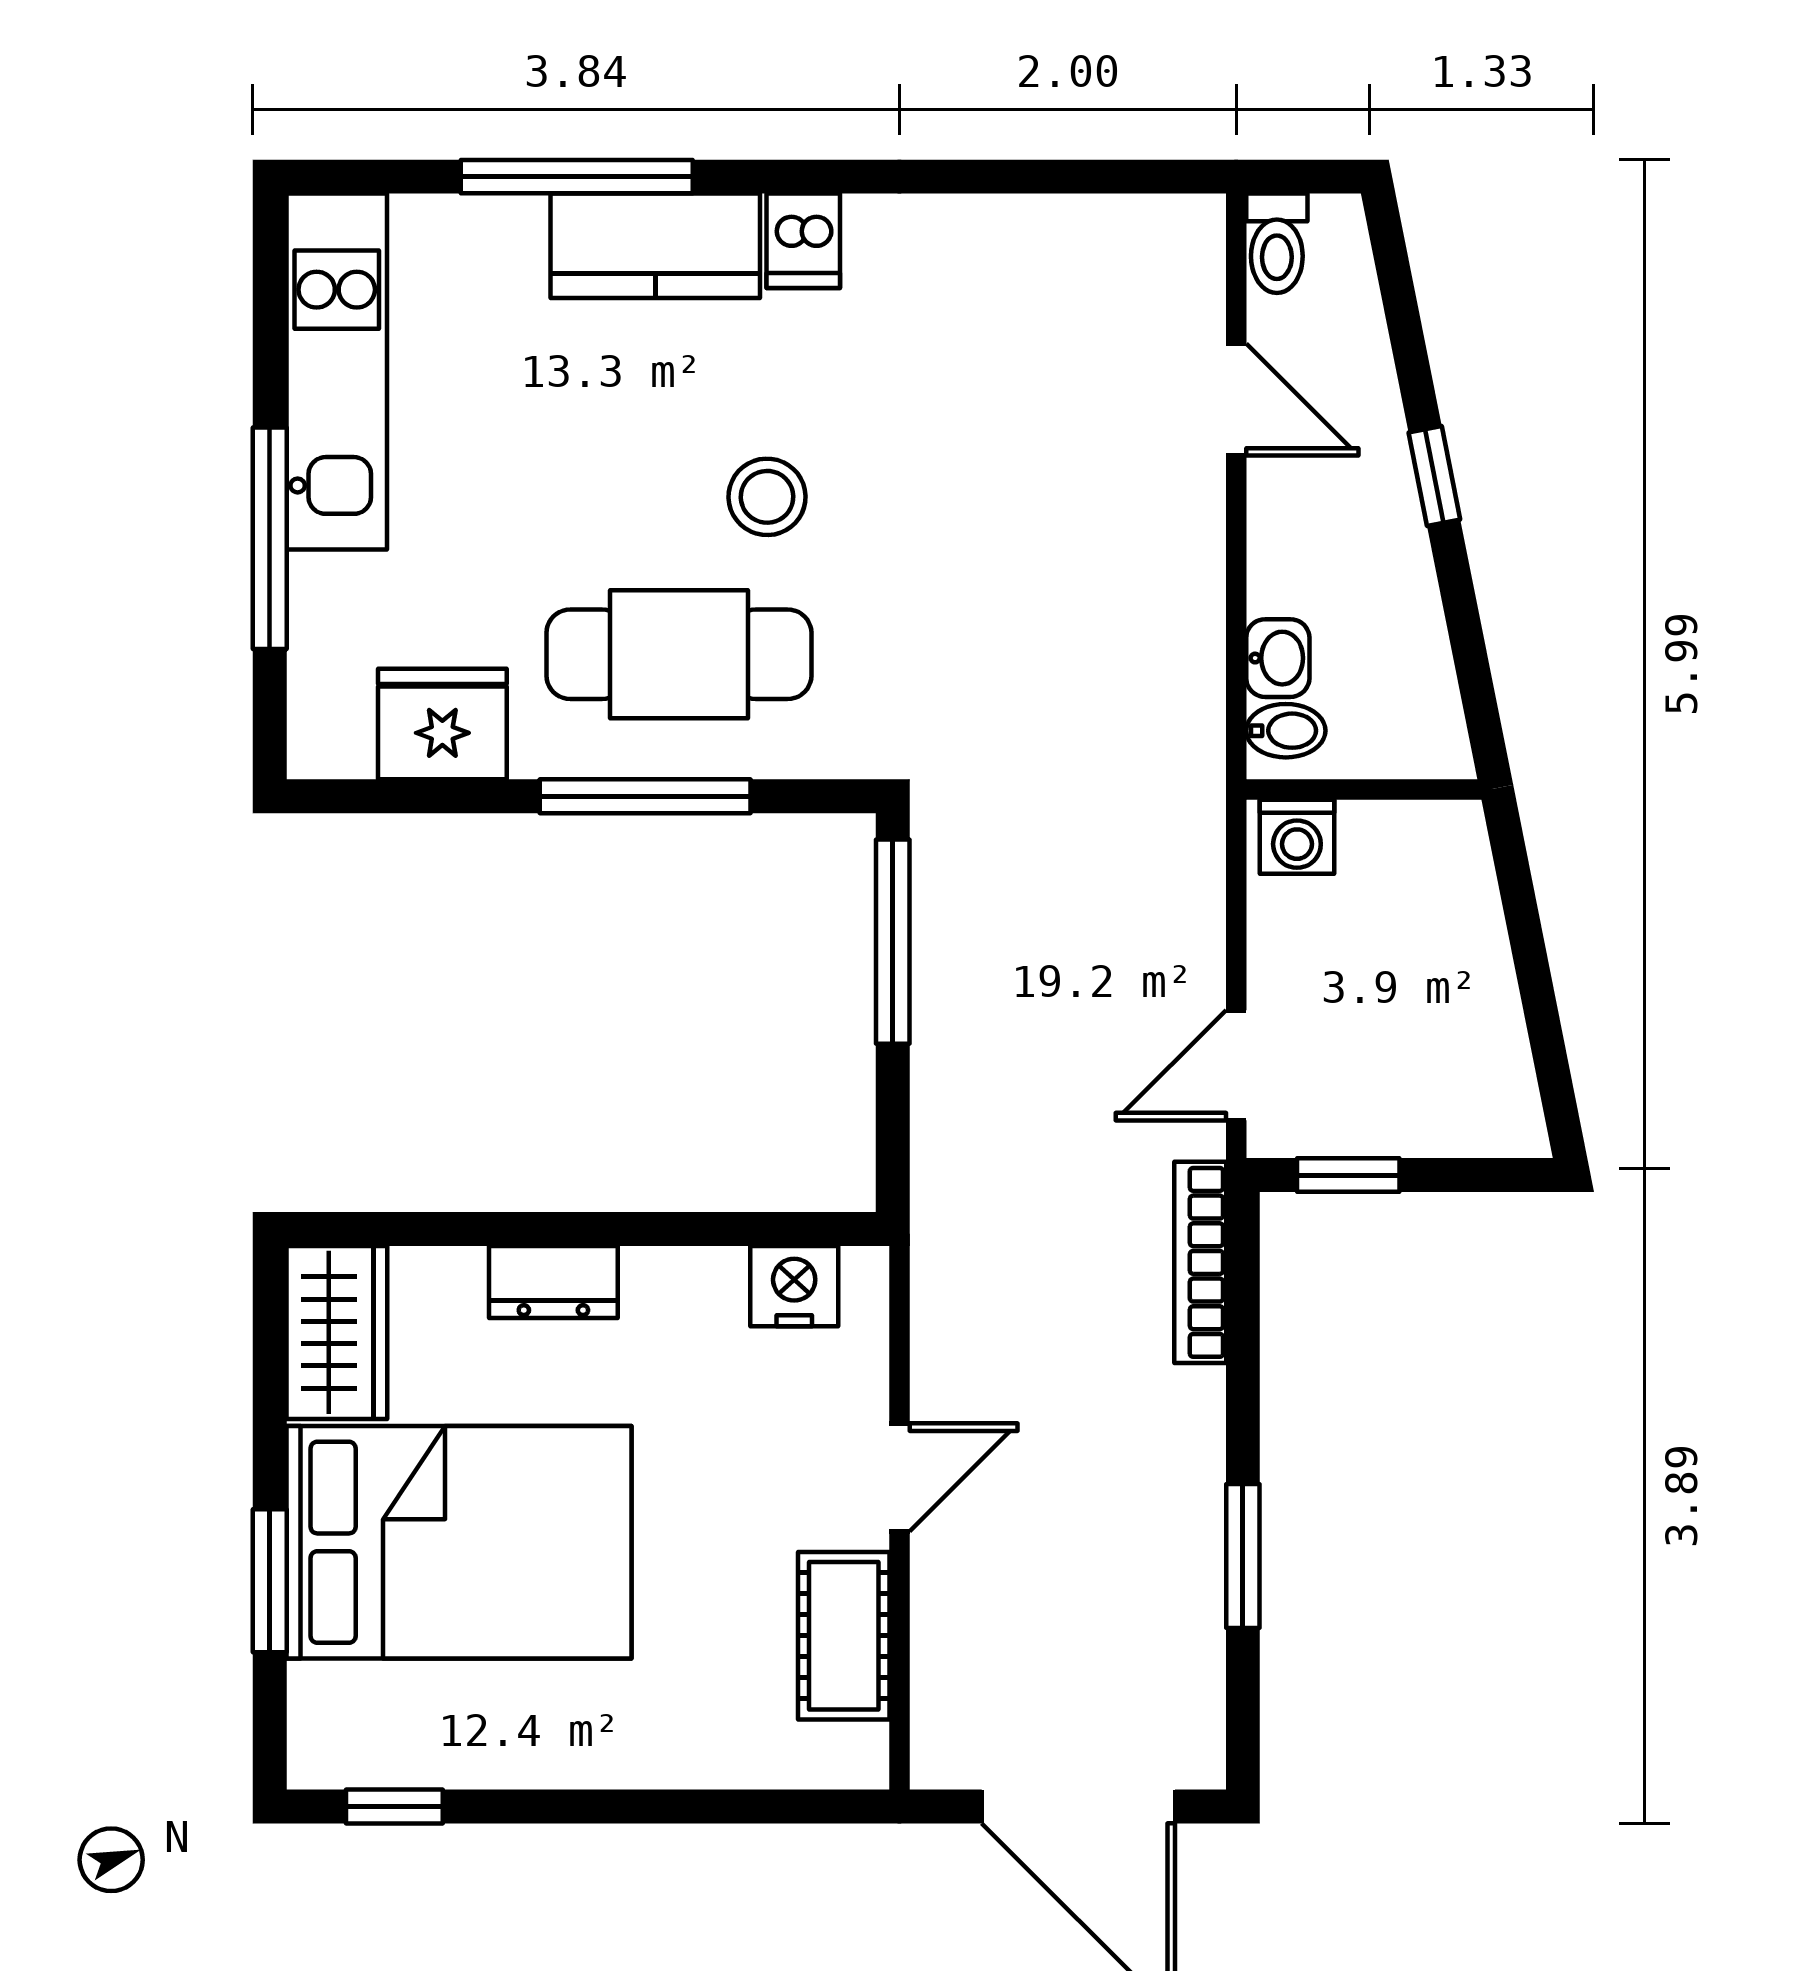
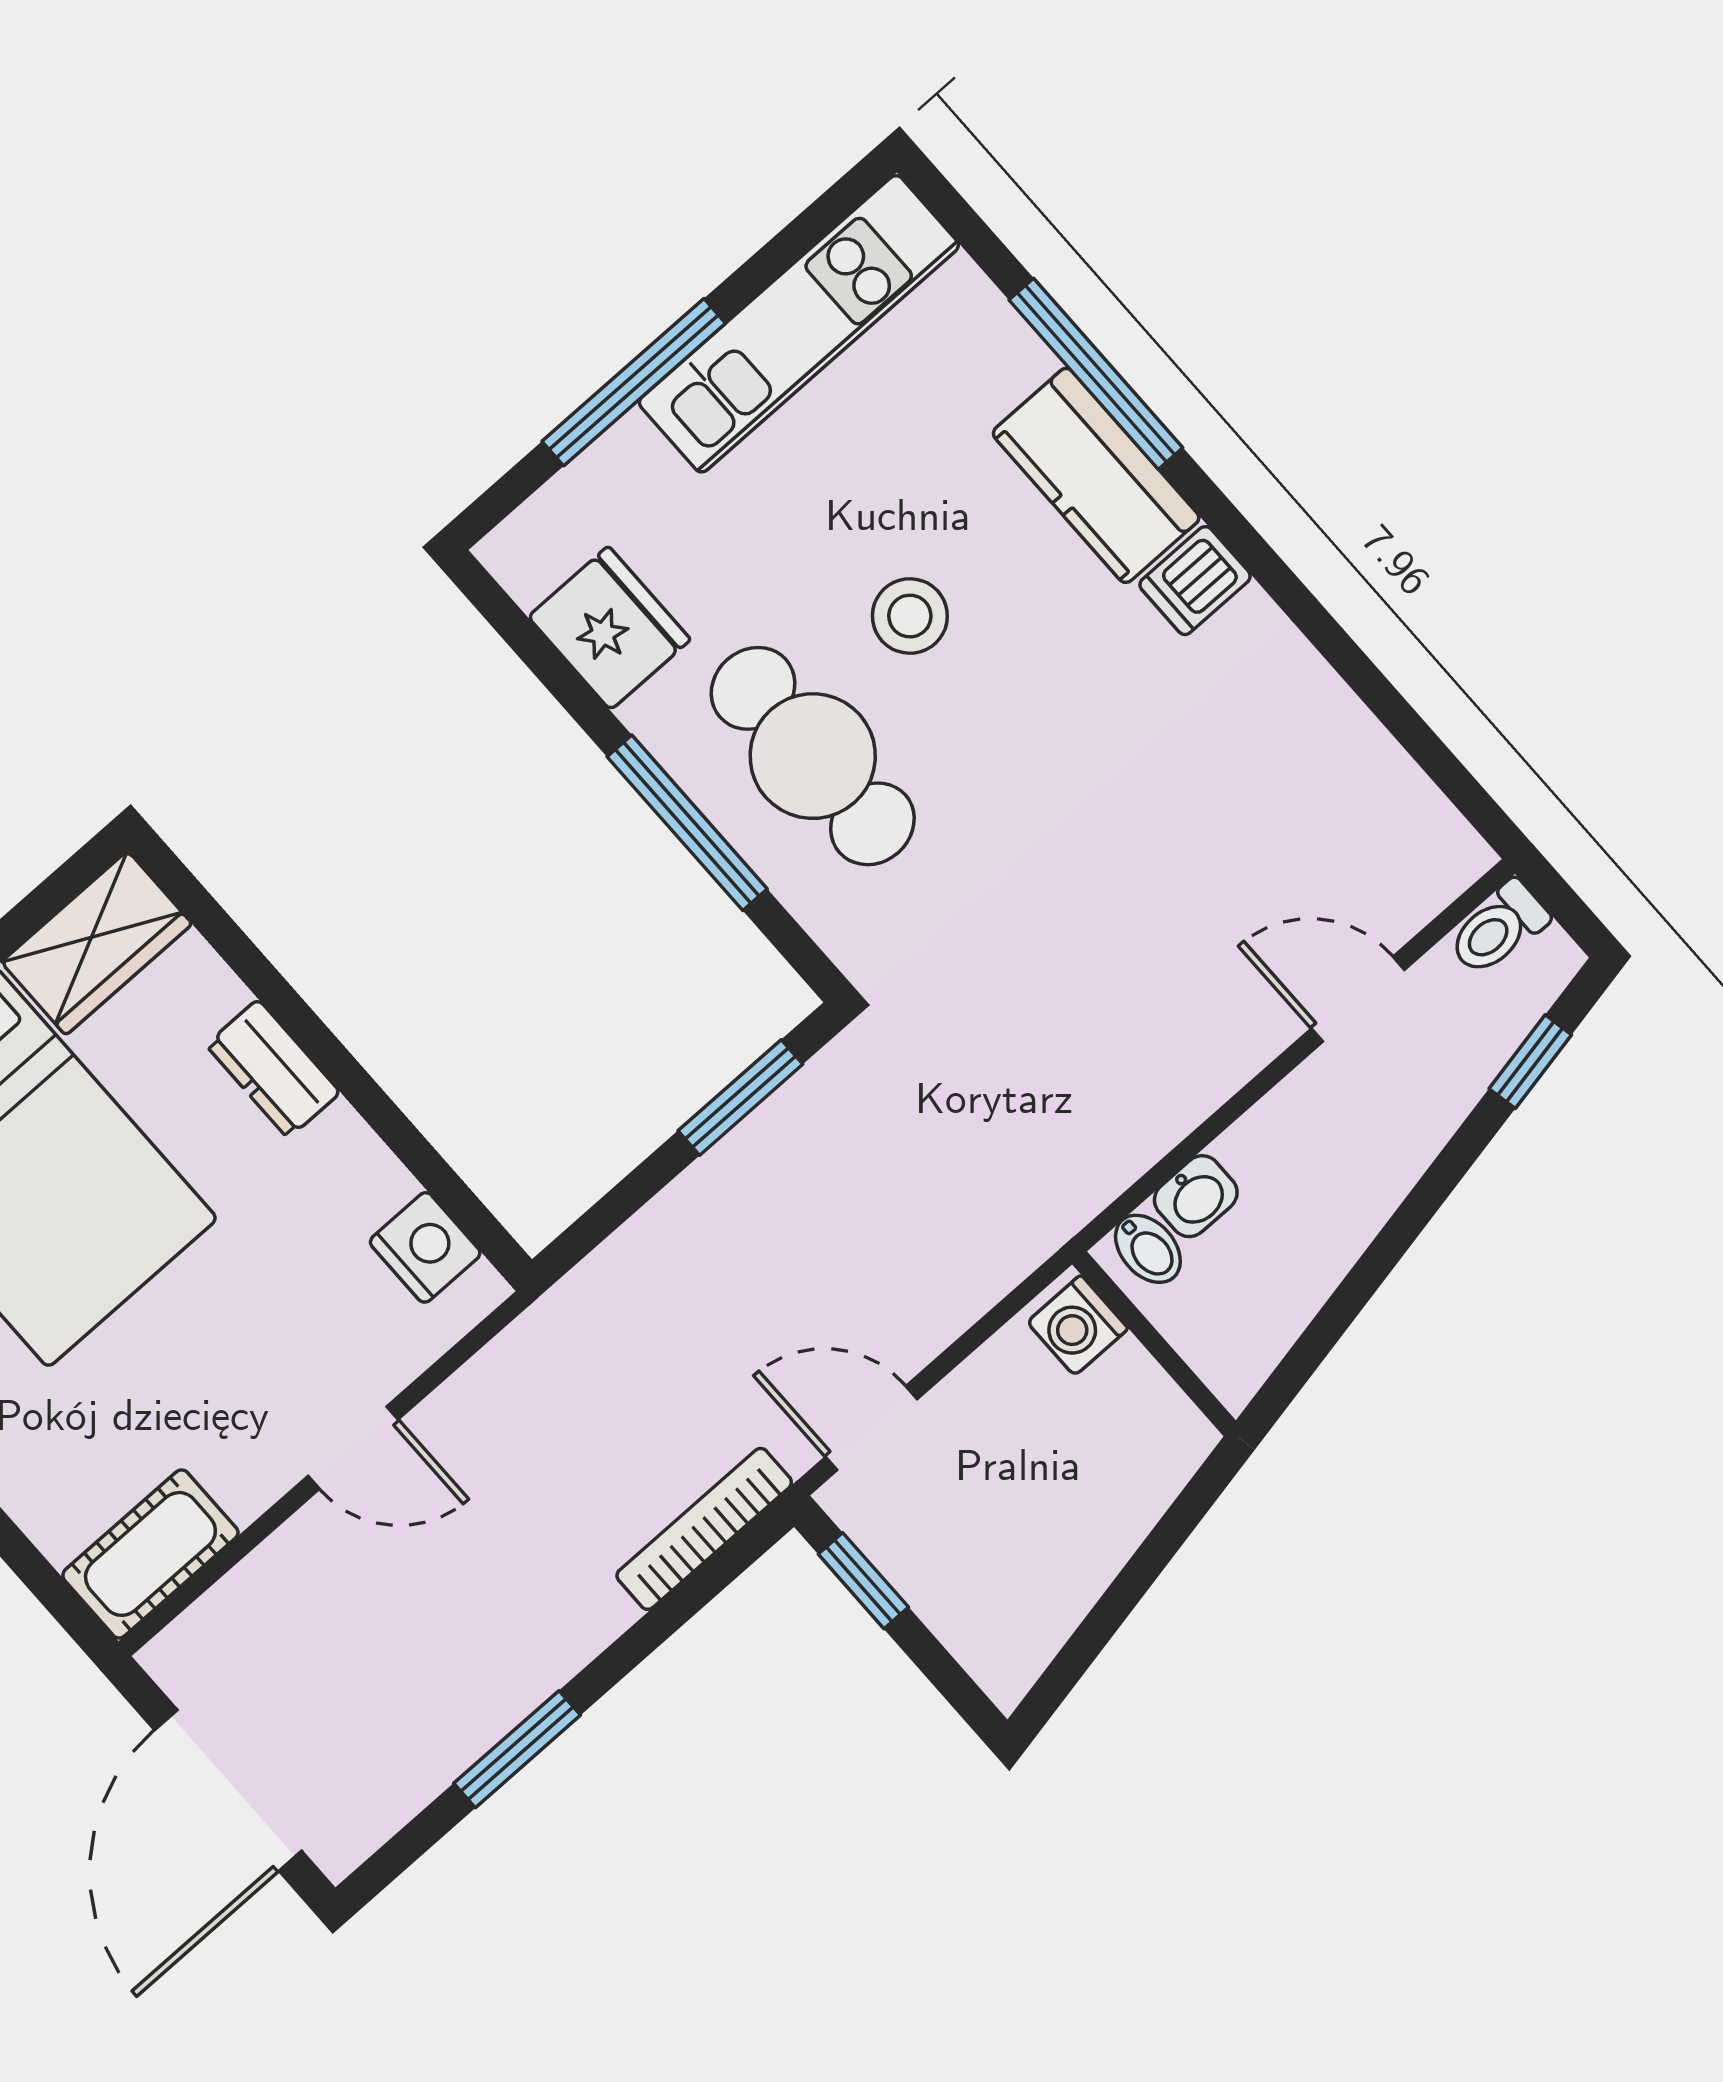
door: (1236, 400) -> (1358, 999), swing flipped
window: (1434, 476) -> (1530, 1062), moved
stool: (767, 497) -> (910, 616), moved
window: (893, 942) -> (740, 1097), width x0.69
cot: (844, 1636) -> (150, 1554), moved

